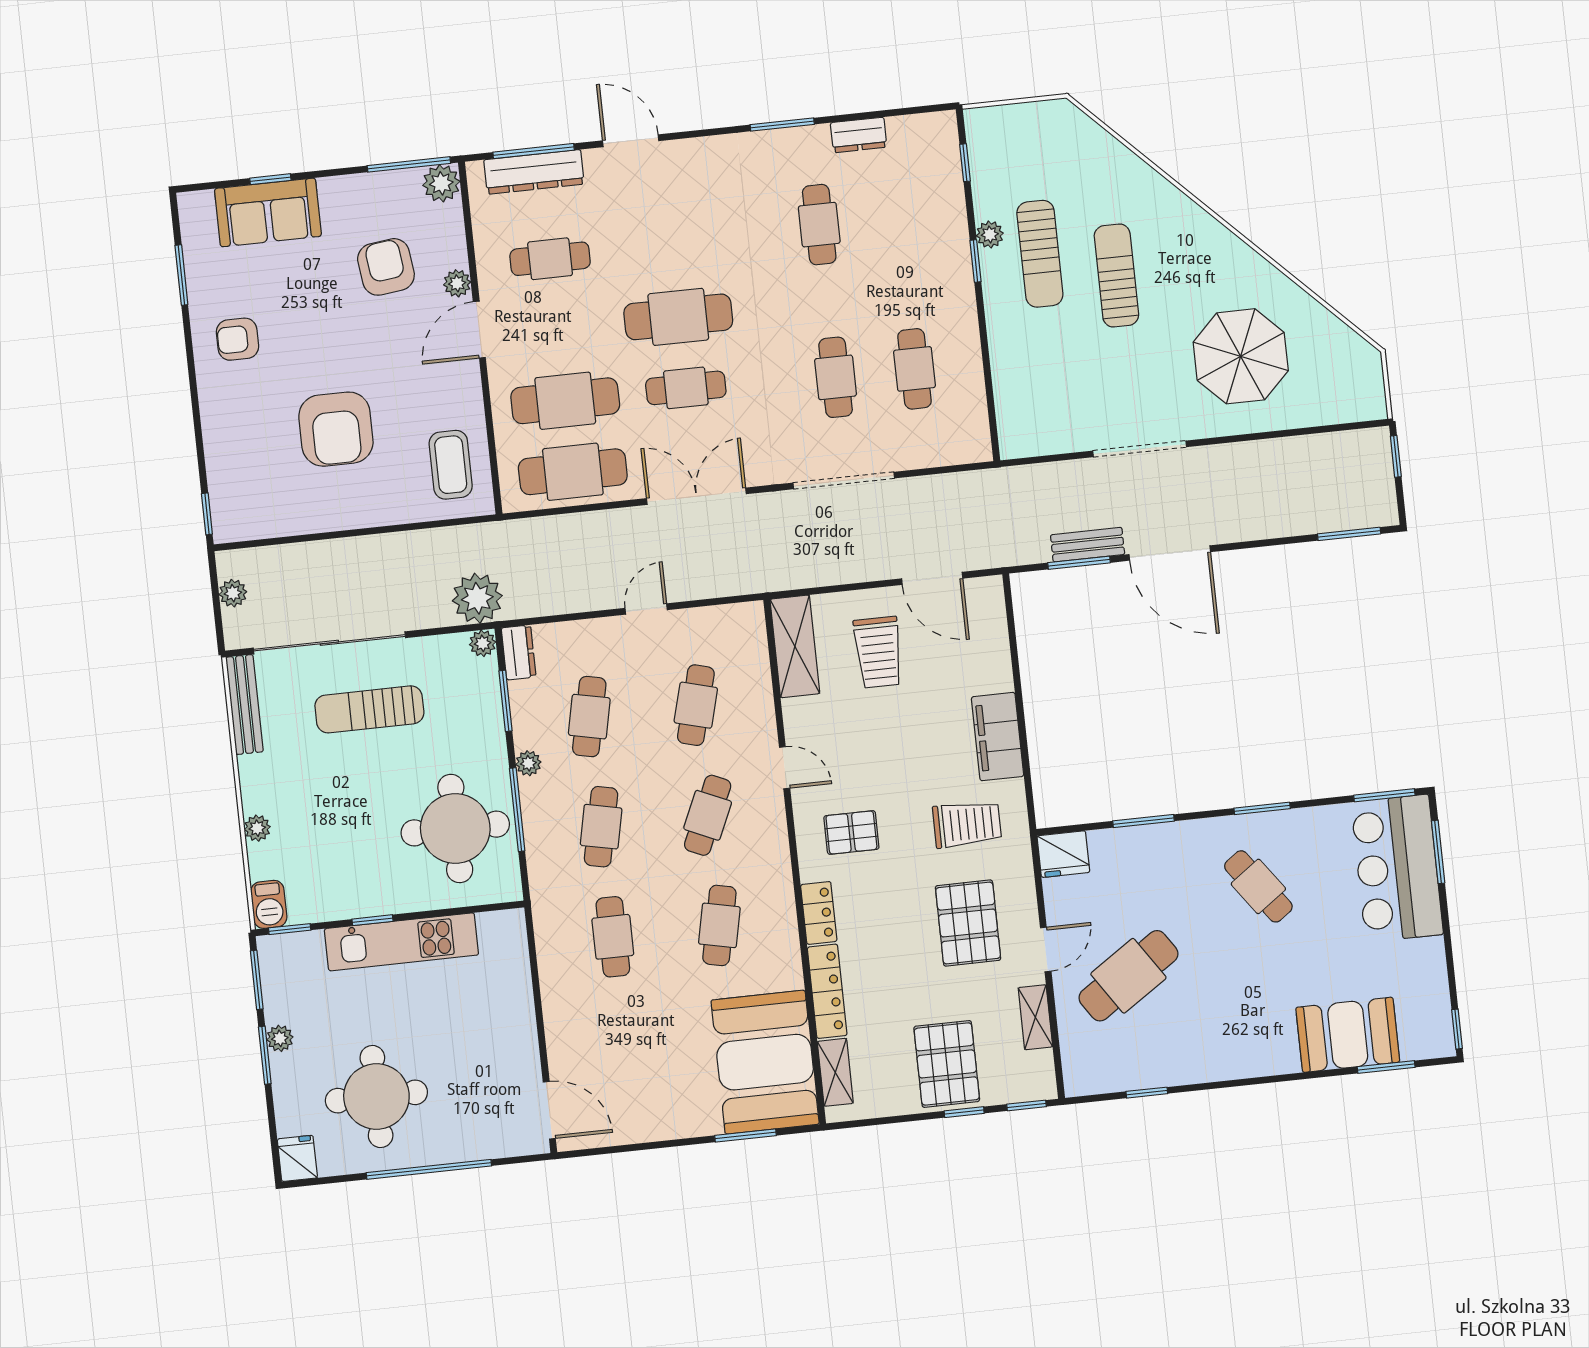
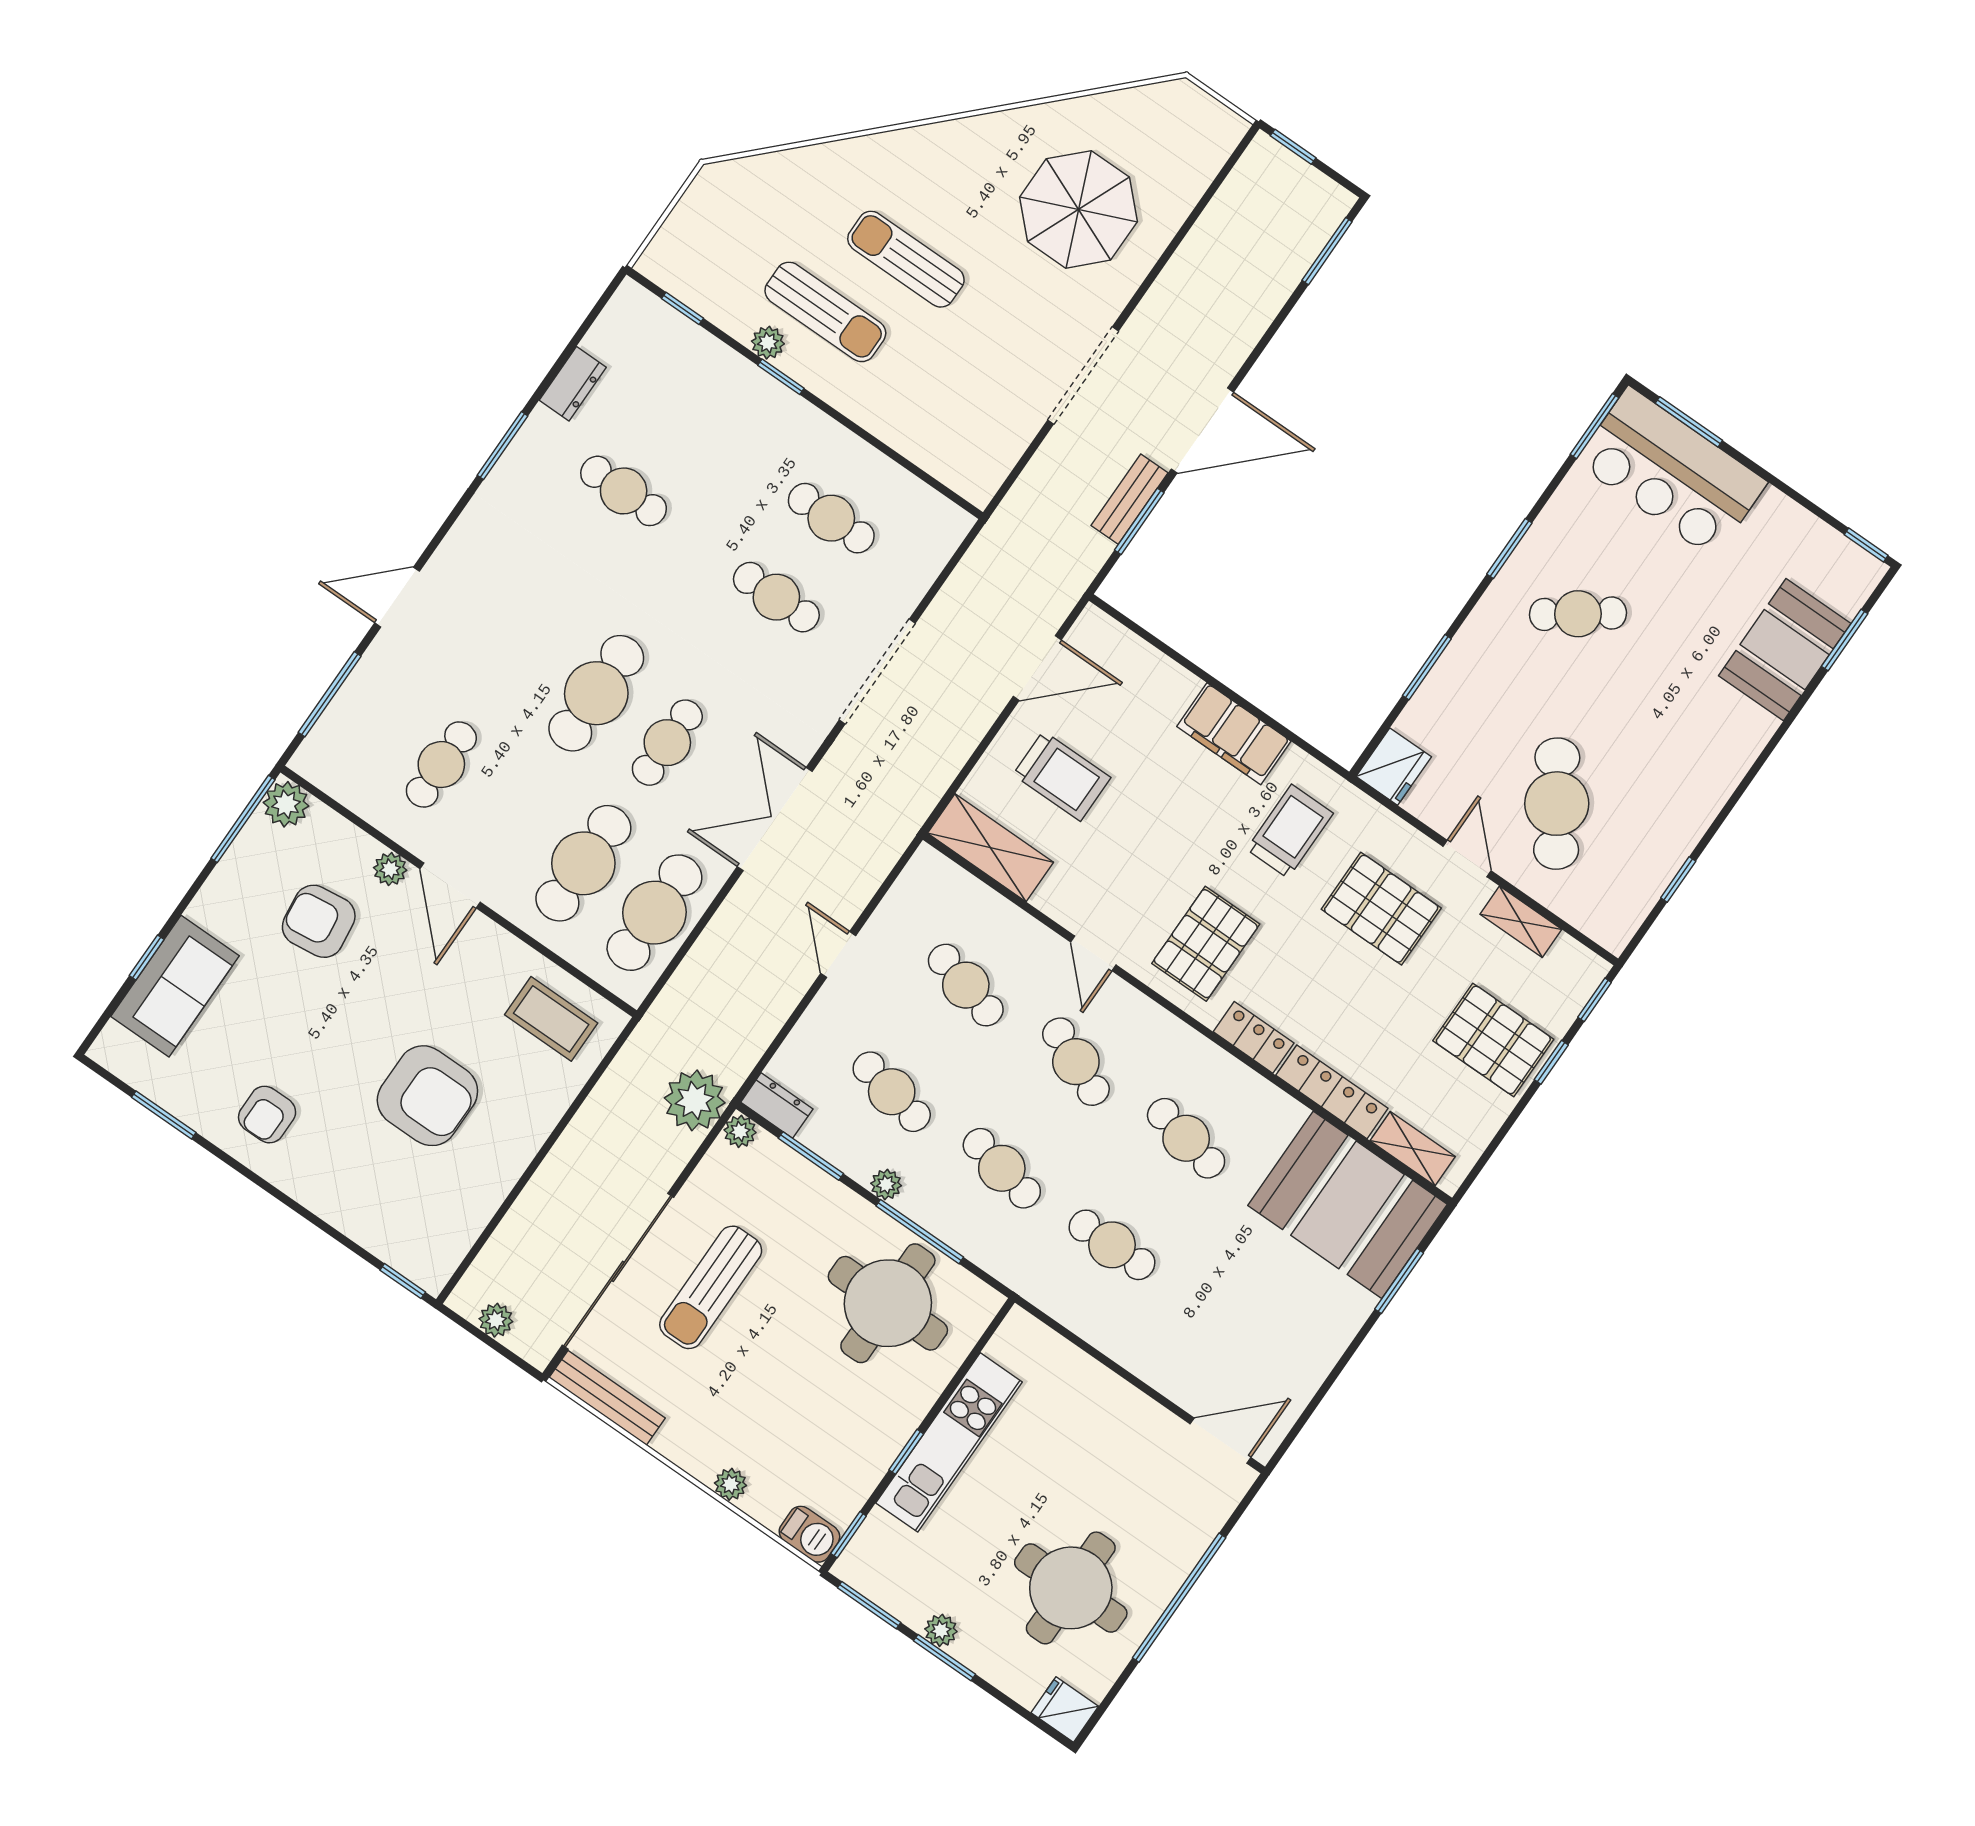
dresser: (534, 172) -> (349, 710), removed
door: (785, 768) -> (1093, 953), swing flipped
pallet: (851, 832) -> (1206, 944), width x1.50, depth x1.42

